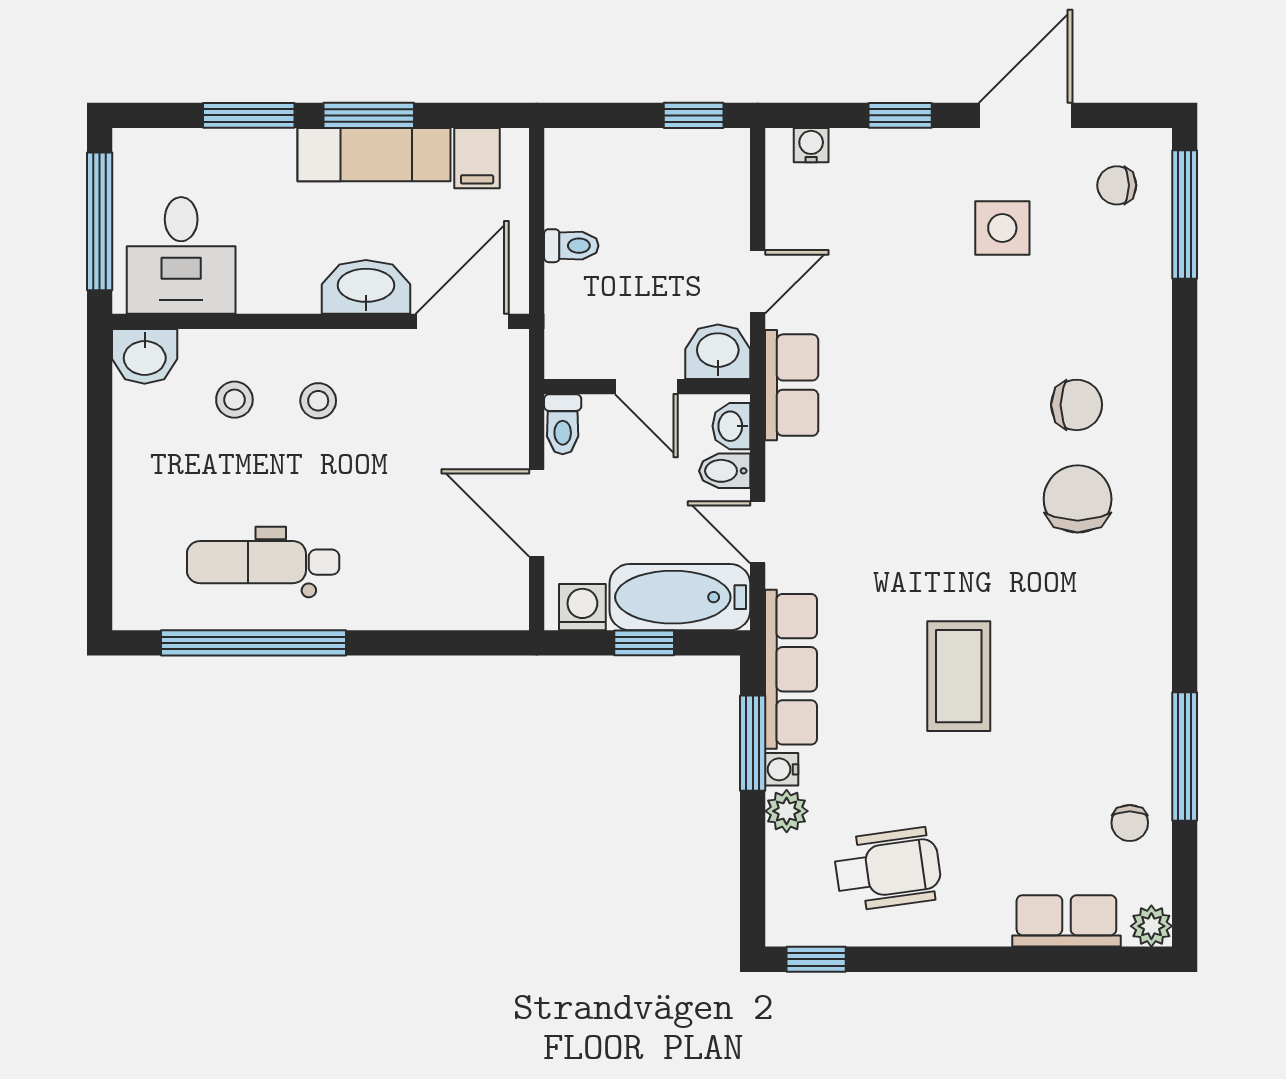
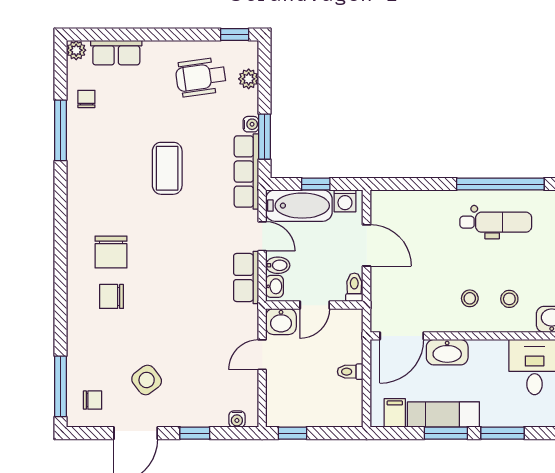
side table: (1002, 228) -> (147, 380), turned -37
row of seats: (792, 385) -> (246, 278), moved
door: (646, 387) -> (315, 305), swing flipped
plant: (787, 811) -> (249, 79), moved

